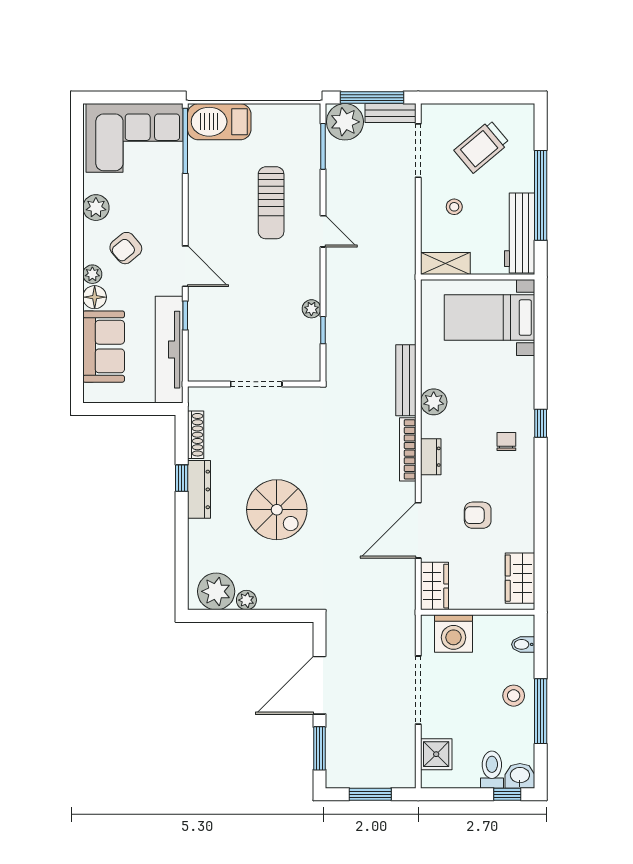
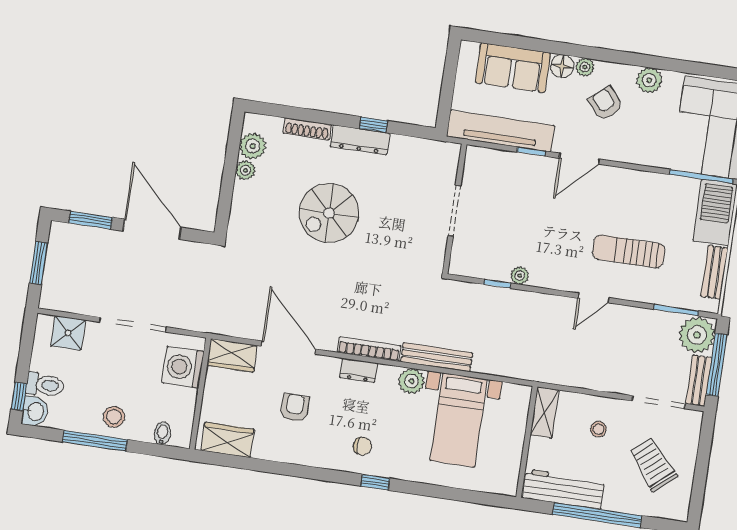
bench: (279, 114) -> (714, 272), added
bed with nightstands: (490, 318) -> (459, 420), moved, turned 180
shoe rack: (196, 435) -> (307, 129), moved
plant: (216, 591) -> (253, 146), width x0.73, depth x0.73

